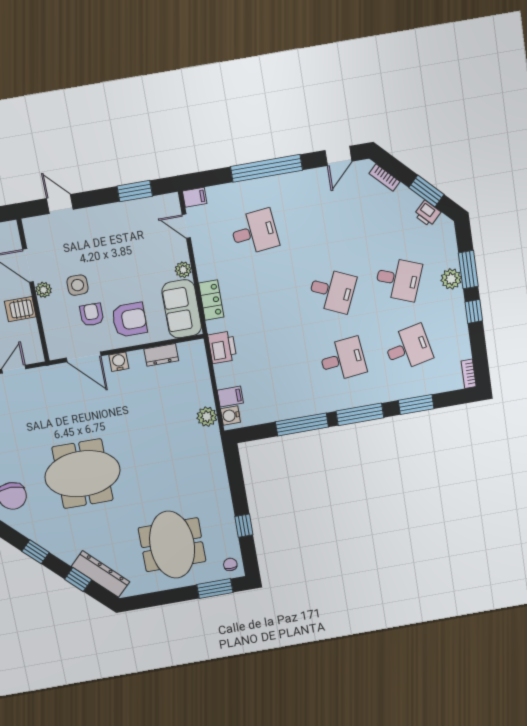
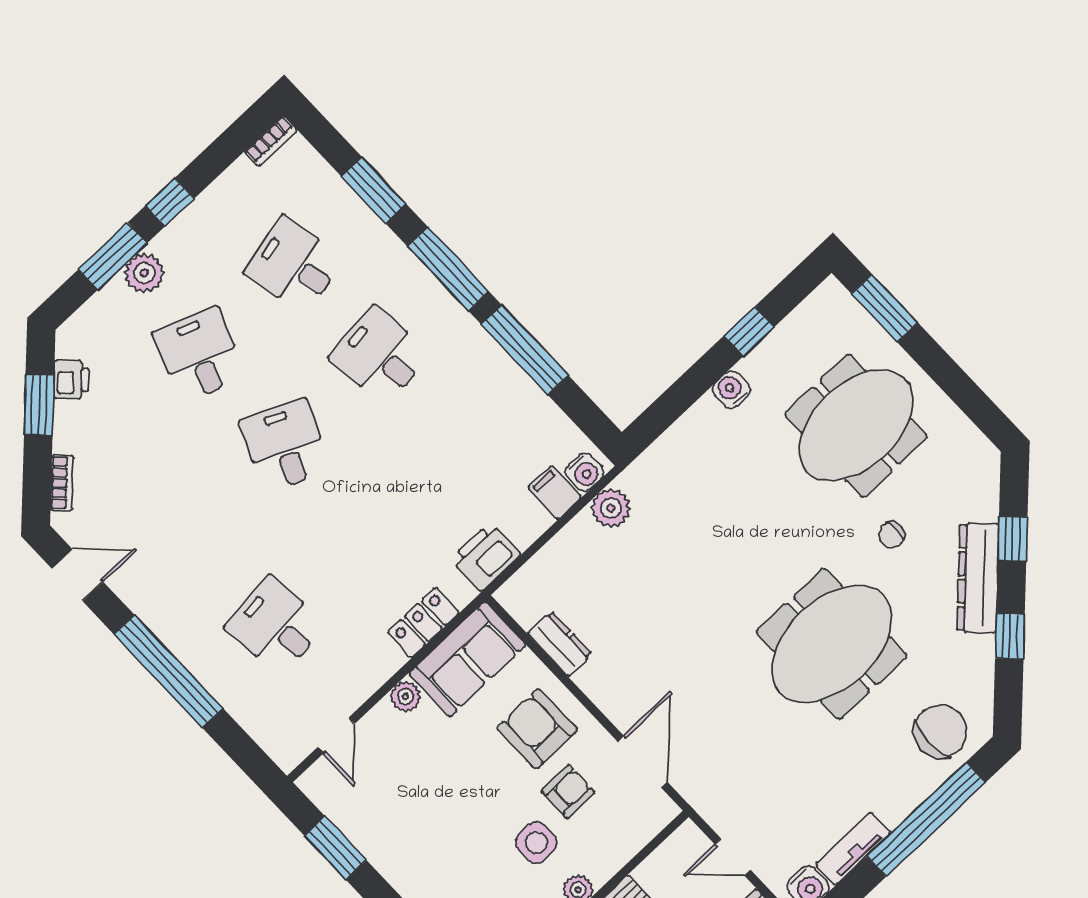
filing cabinet: (195, 197) -> (284, 751), removed
armchair: (92, 315) -> (568, 792), turned 180
water cooler: (119, 362) -> (731, 390), moved, turned 90
meeting table: (83, 474) -> (832, 644), turned 90
chair: (230, 564) -> (891, 535), moved
dresser: (101, 574) -> (978, 578), moved

